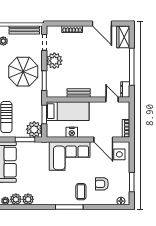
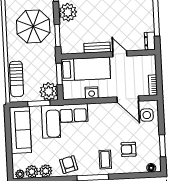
door: (112, 99) -> (120, 54), moved
corner sofa: (70, 156) -> (65, 121), moved
armchair: (48, 195) -> (69, 165), added

